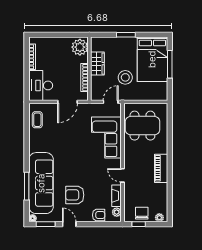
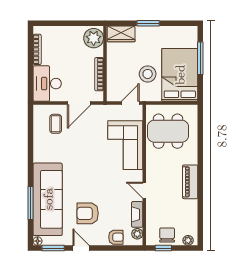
bed: (152, 59) -> (180, 75), moved, turned 180
wardrobe: (97, 64) -> (121, 34), moved, turned 90
coffee table: (37, 120) -> (56, 124), moved

